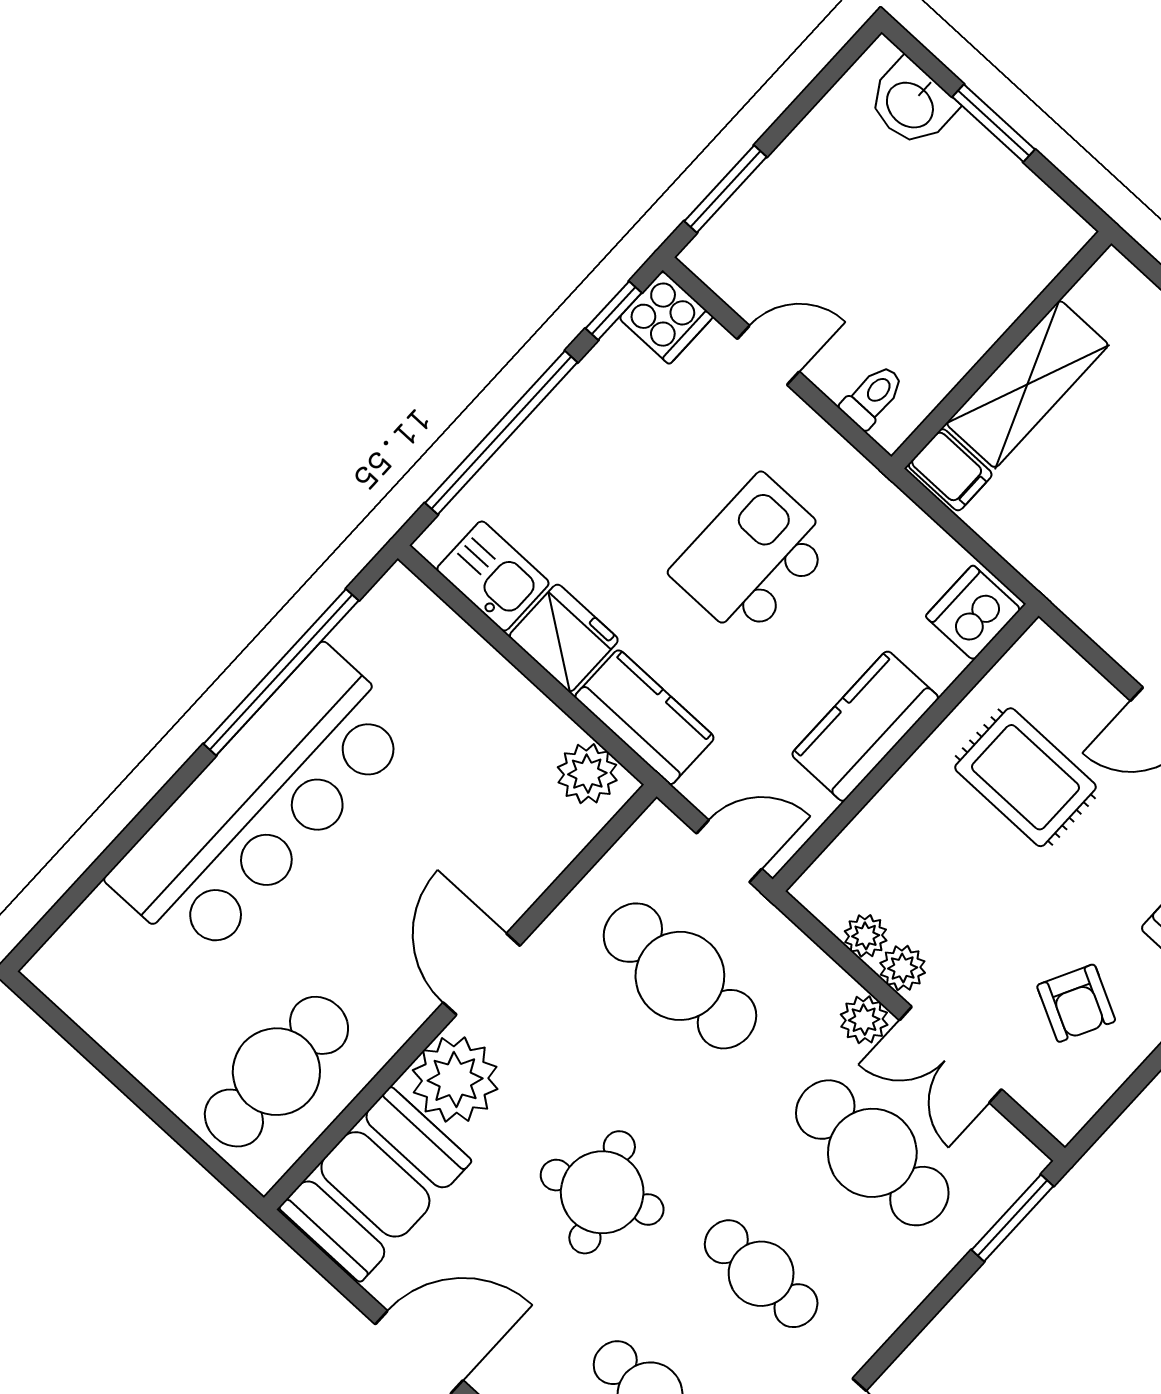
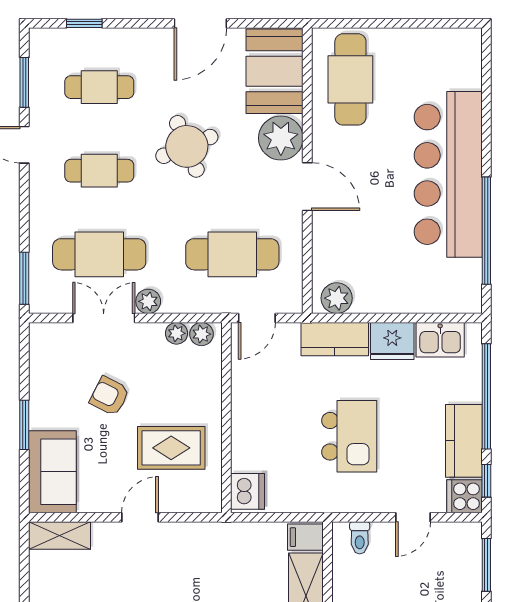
kitchen counter: (865, 726) -> (464, 441), moved, turned 180
plant: (903, 968) -> (202, 334), moved
armchair: (1076, 1003) -> (109, 396), moved

